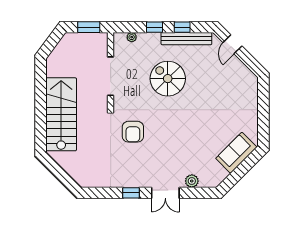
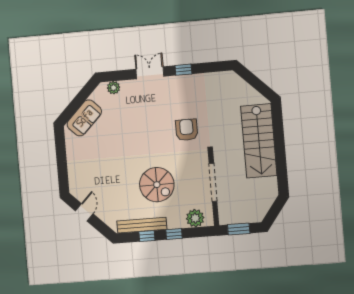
plant: (132, 37) -> (195, 218), width x1.88, depth x1.88
door: (232, 44) -> (84, 212), moved
plant: (192, 181) -> (114, 88), moved

